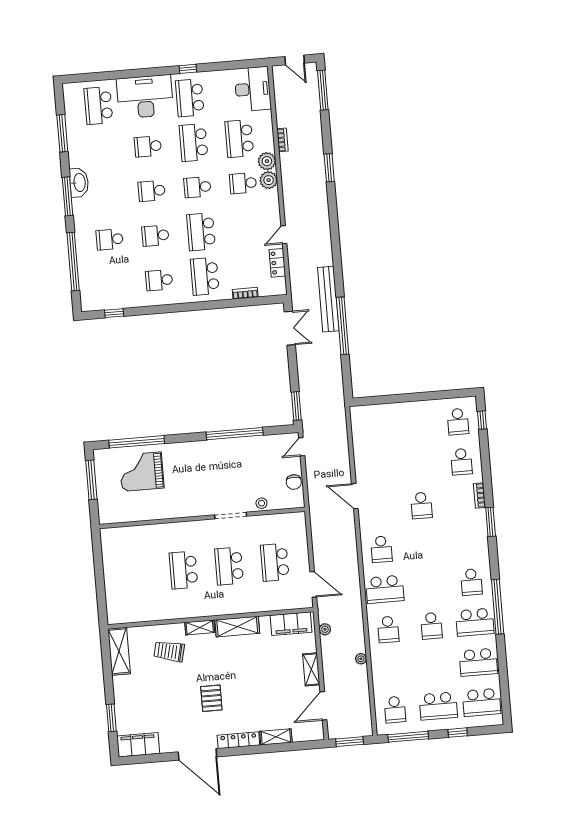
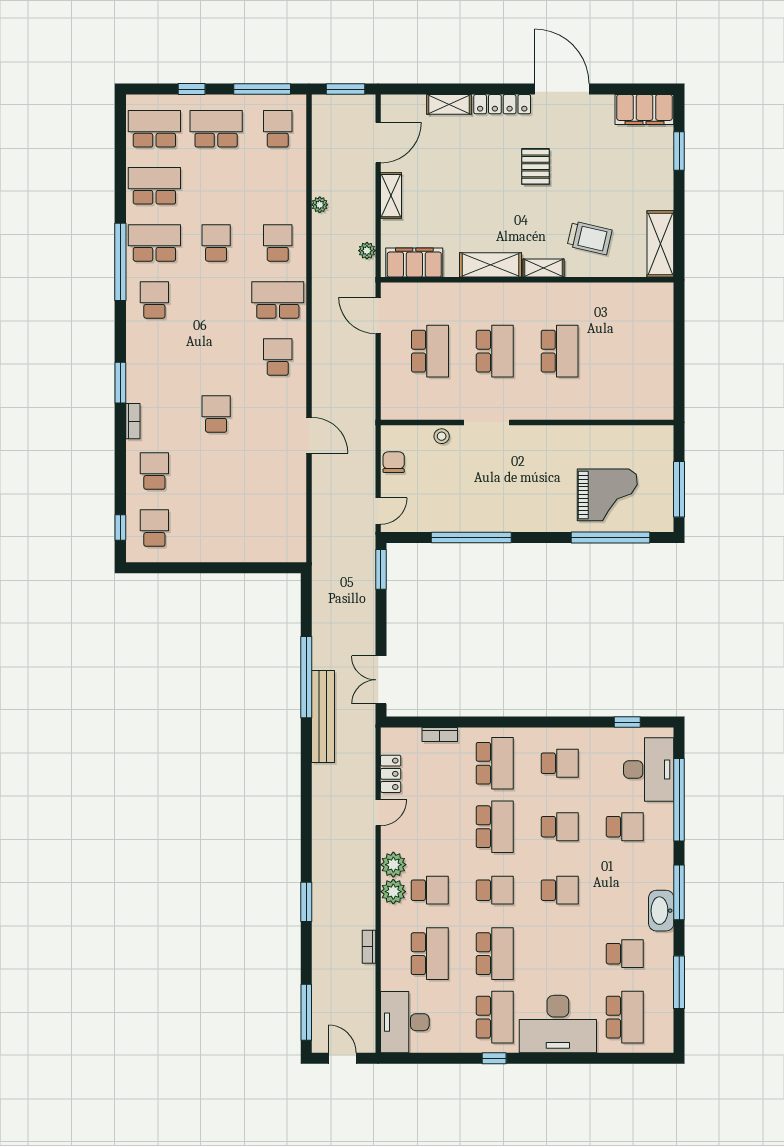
school desk: (148, 146) -> (625, 954), moved
plant: (267, 161) -> (393, 865), moved
desk: (96, 281) -> (649, 769), added

